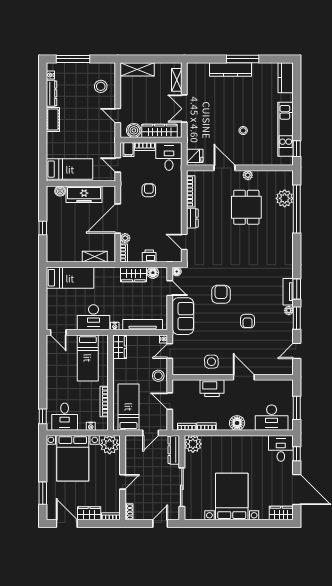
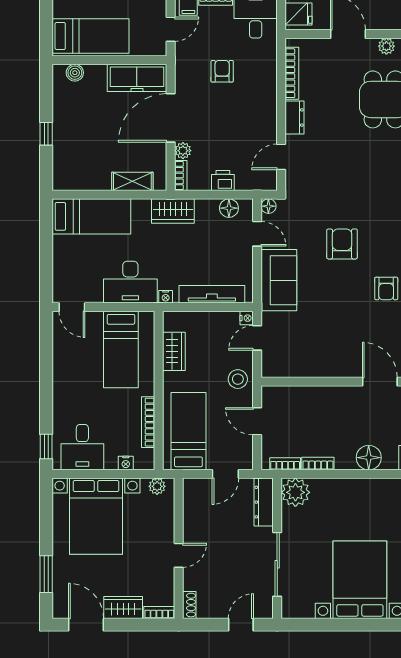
door: (118, 165) -> (171, 29), swing flipped
freezer: (84, 194) -> (137, 78), moved
door: (184, 242) -> (281, 157), hinge flipped
wardrobe: (133, 275) -> (173, 211), moved
wardrobe: (120, 347) -> (174, 351), moved
side table: (211, 362) -> (326, 356), removed
printer: (212, 388) -> (327, 400), removed
plant: (110, 445) -> (157, 486), width x0.53, depth x0.53

